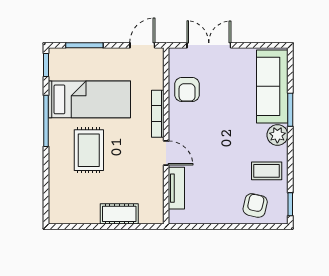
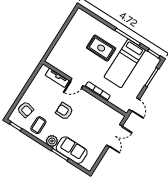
sofa: (272, 86) -> (72, 150), width x0.73
armchair: (187, 90) -> (64, 111), moved
cot: (119, 214) -> (62, 43), removed

